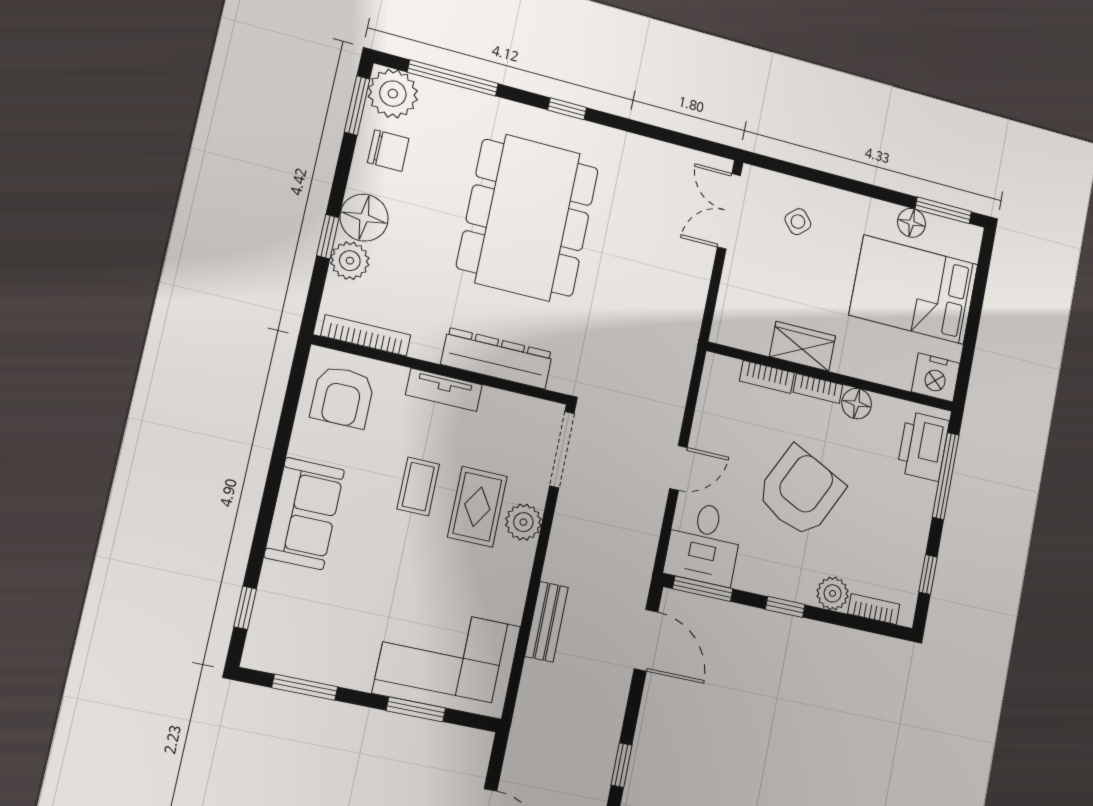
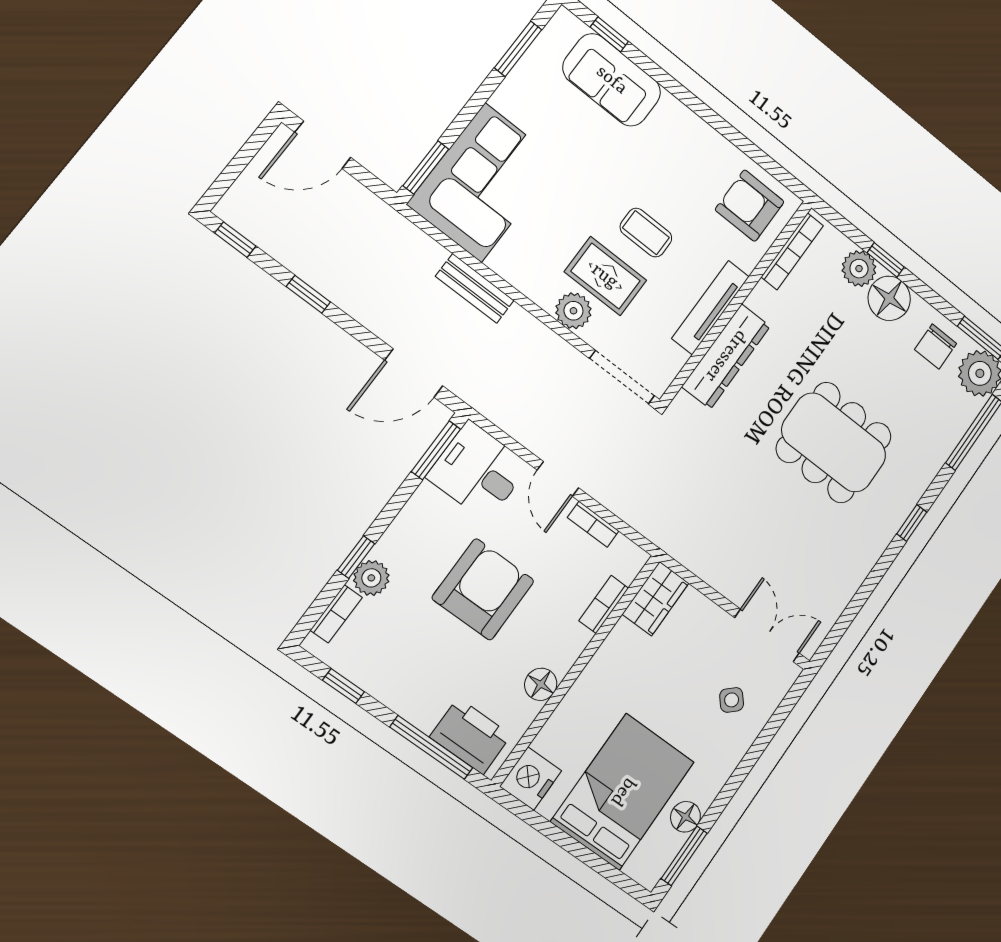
dining table: (528, 218) -> (834, 443), width x0.73, depth x0.80
wardrobe: (802, 346) -> (656, 599), moved
bookcase: (818, 388) -> (593, 524), moved, turned -90
tv unit: (444, 390) -> (711, 308), width x1.41
armchair: (800, 492) -> (483, 589), turned -116
sofa: (304, 514) -> (612, 80), moved
window: (785, 607) -> (356, 557), moved
window: (416, 709) -> (426, 167), moved

